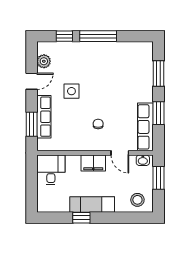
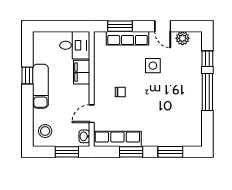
filing cabinet: (93, 163) -> (82, 72), moved

